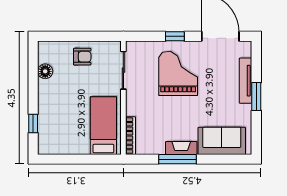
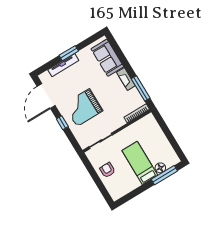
floor lamp: (45, 71) -> (160, 168), moved
window: (33, 123) -> (164, 175), width x2.17
bed: (103, 126) -> (140, 163), moved, turned 90
window: (178, 159) -> (141, 88), moved

